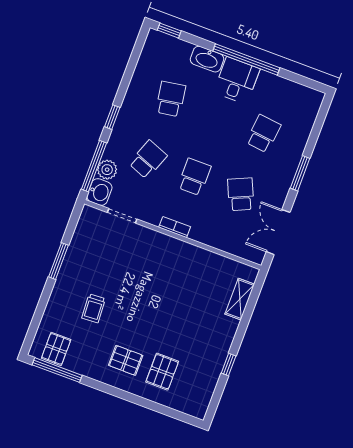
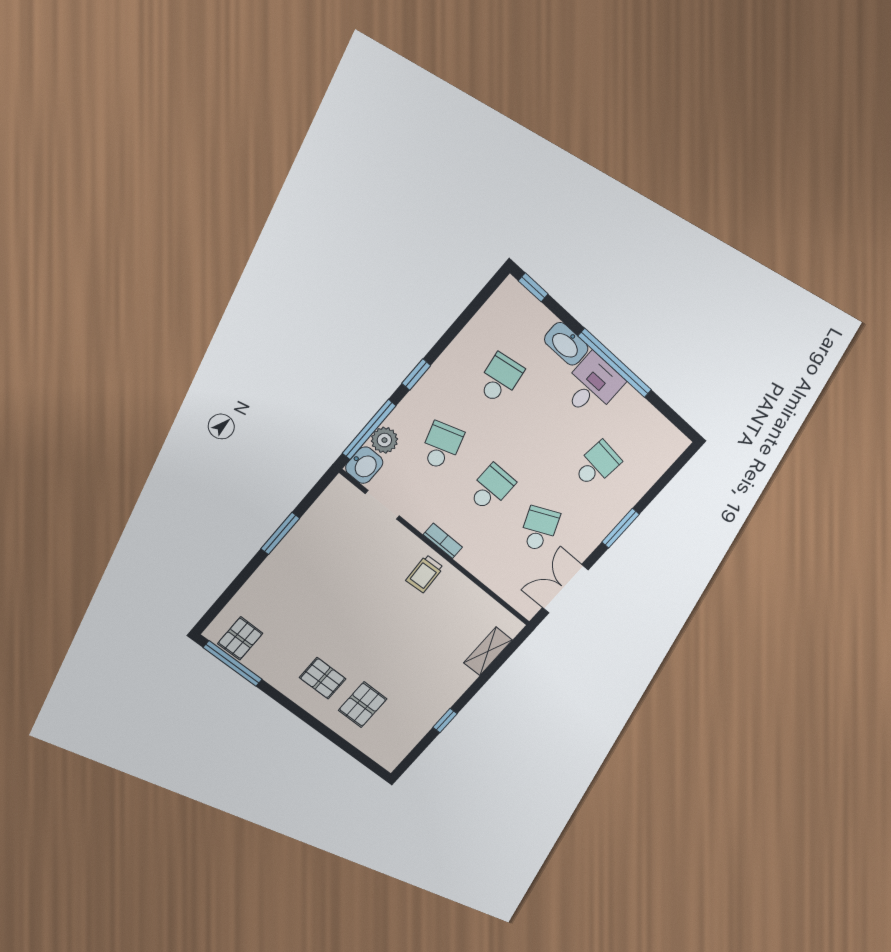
school desk: (148, 160) -> (441, 446), turned -39
trolley: (94, 308) -> (425, 574), moved

